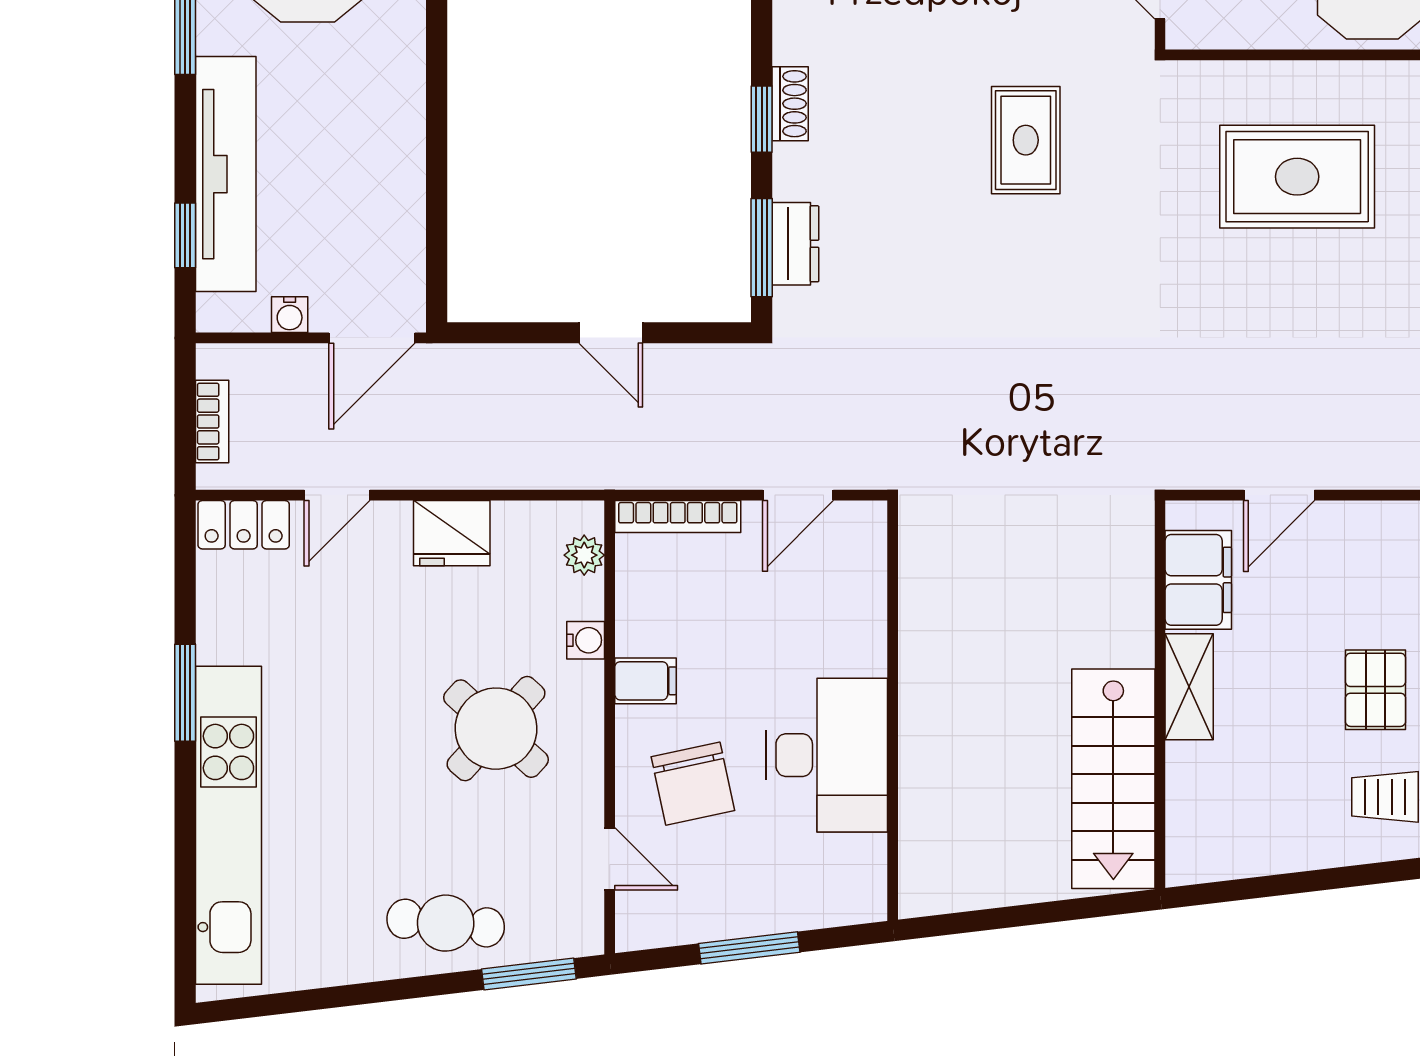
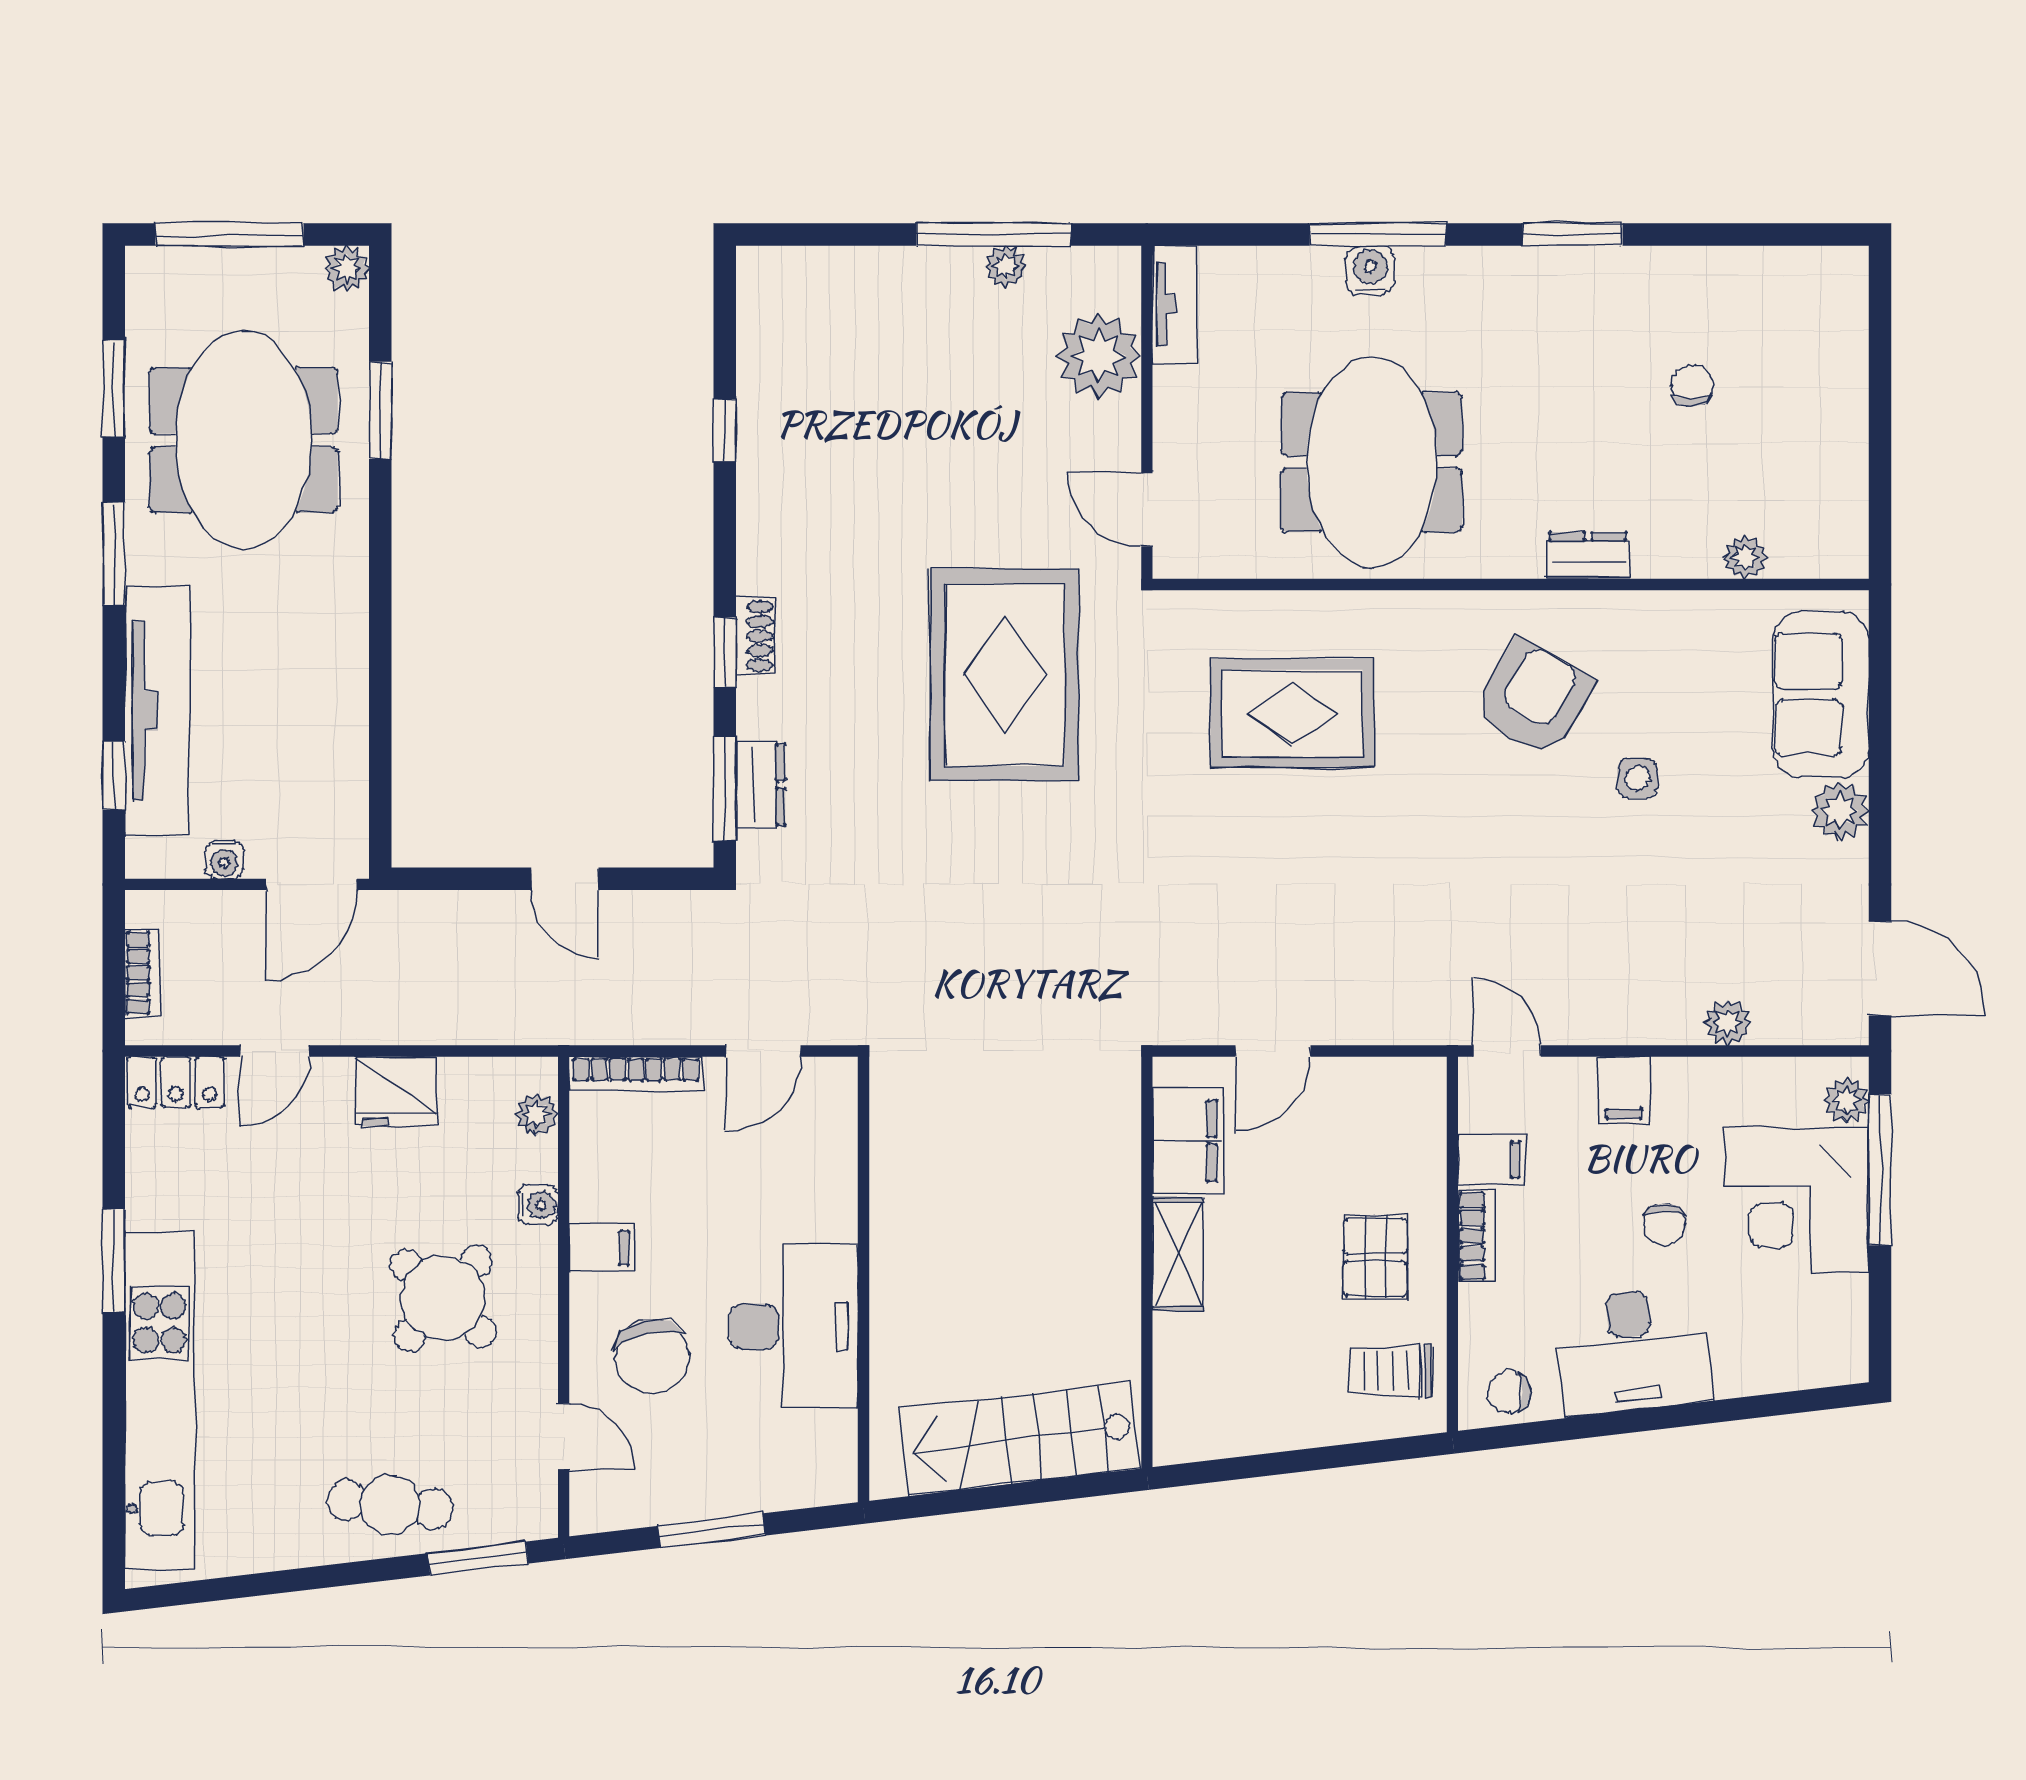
rug: (1026, 140) -> (1005, 675), width x1.86, depth x2.06
stairs: (1113, 779) -> (1020, 1439), moved, turned 83

